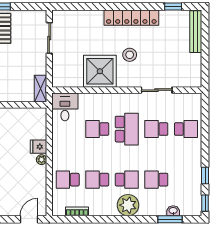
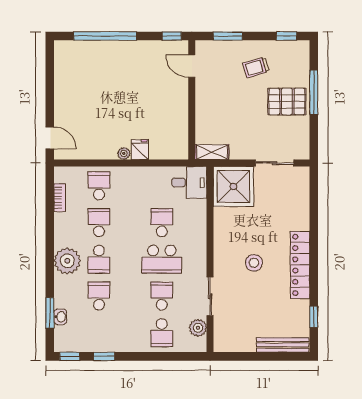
shower: (100, 71) -> (233, 186), moved
plant: (182, 100) -> (198, 328), added

